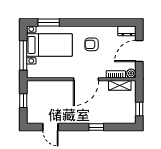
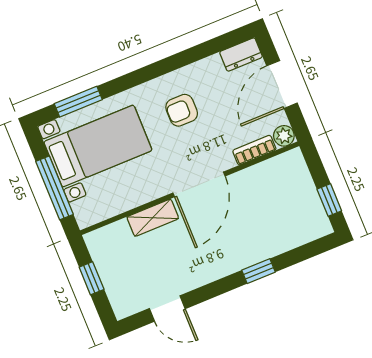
shelving: (120, 85) -> (153, 218), moved

